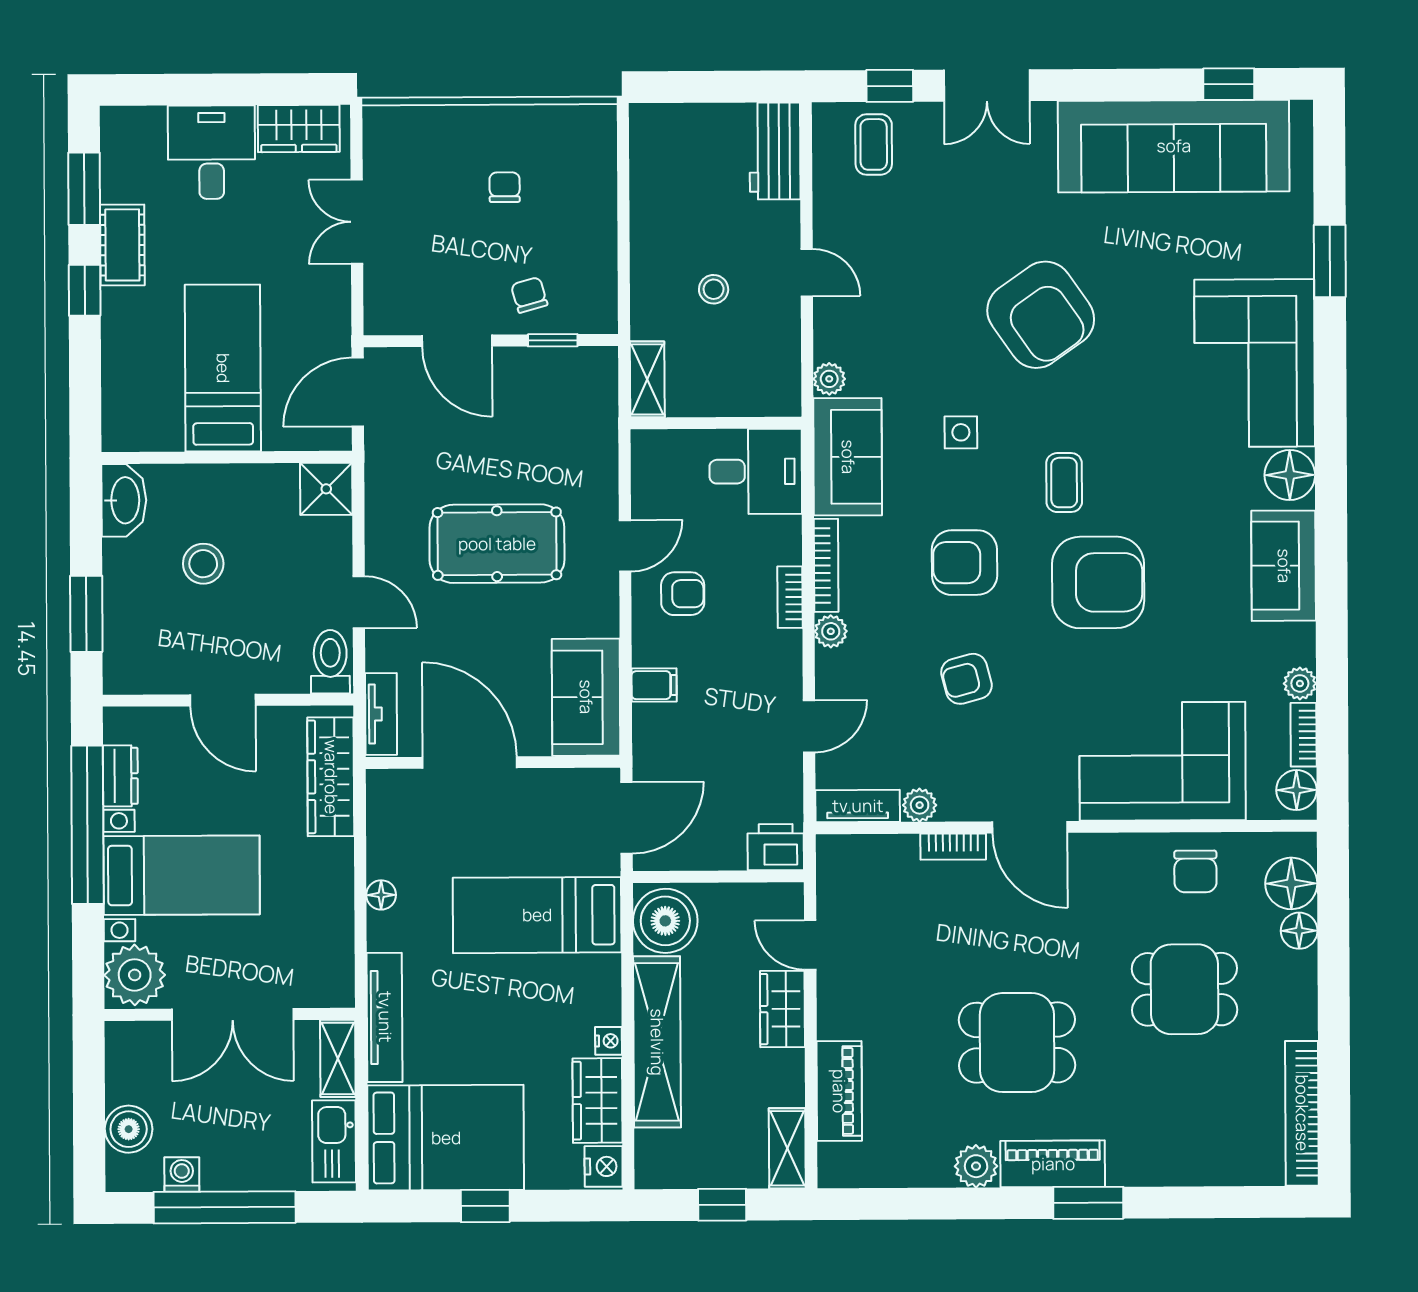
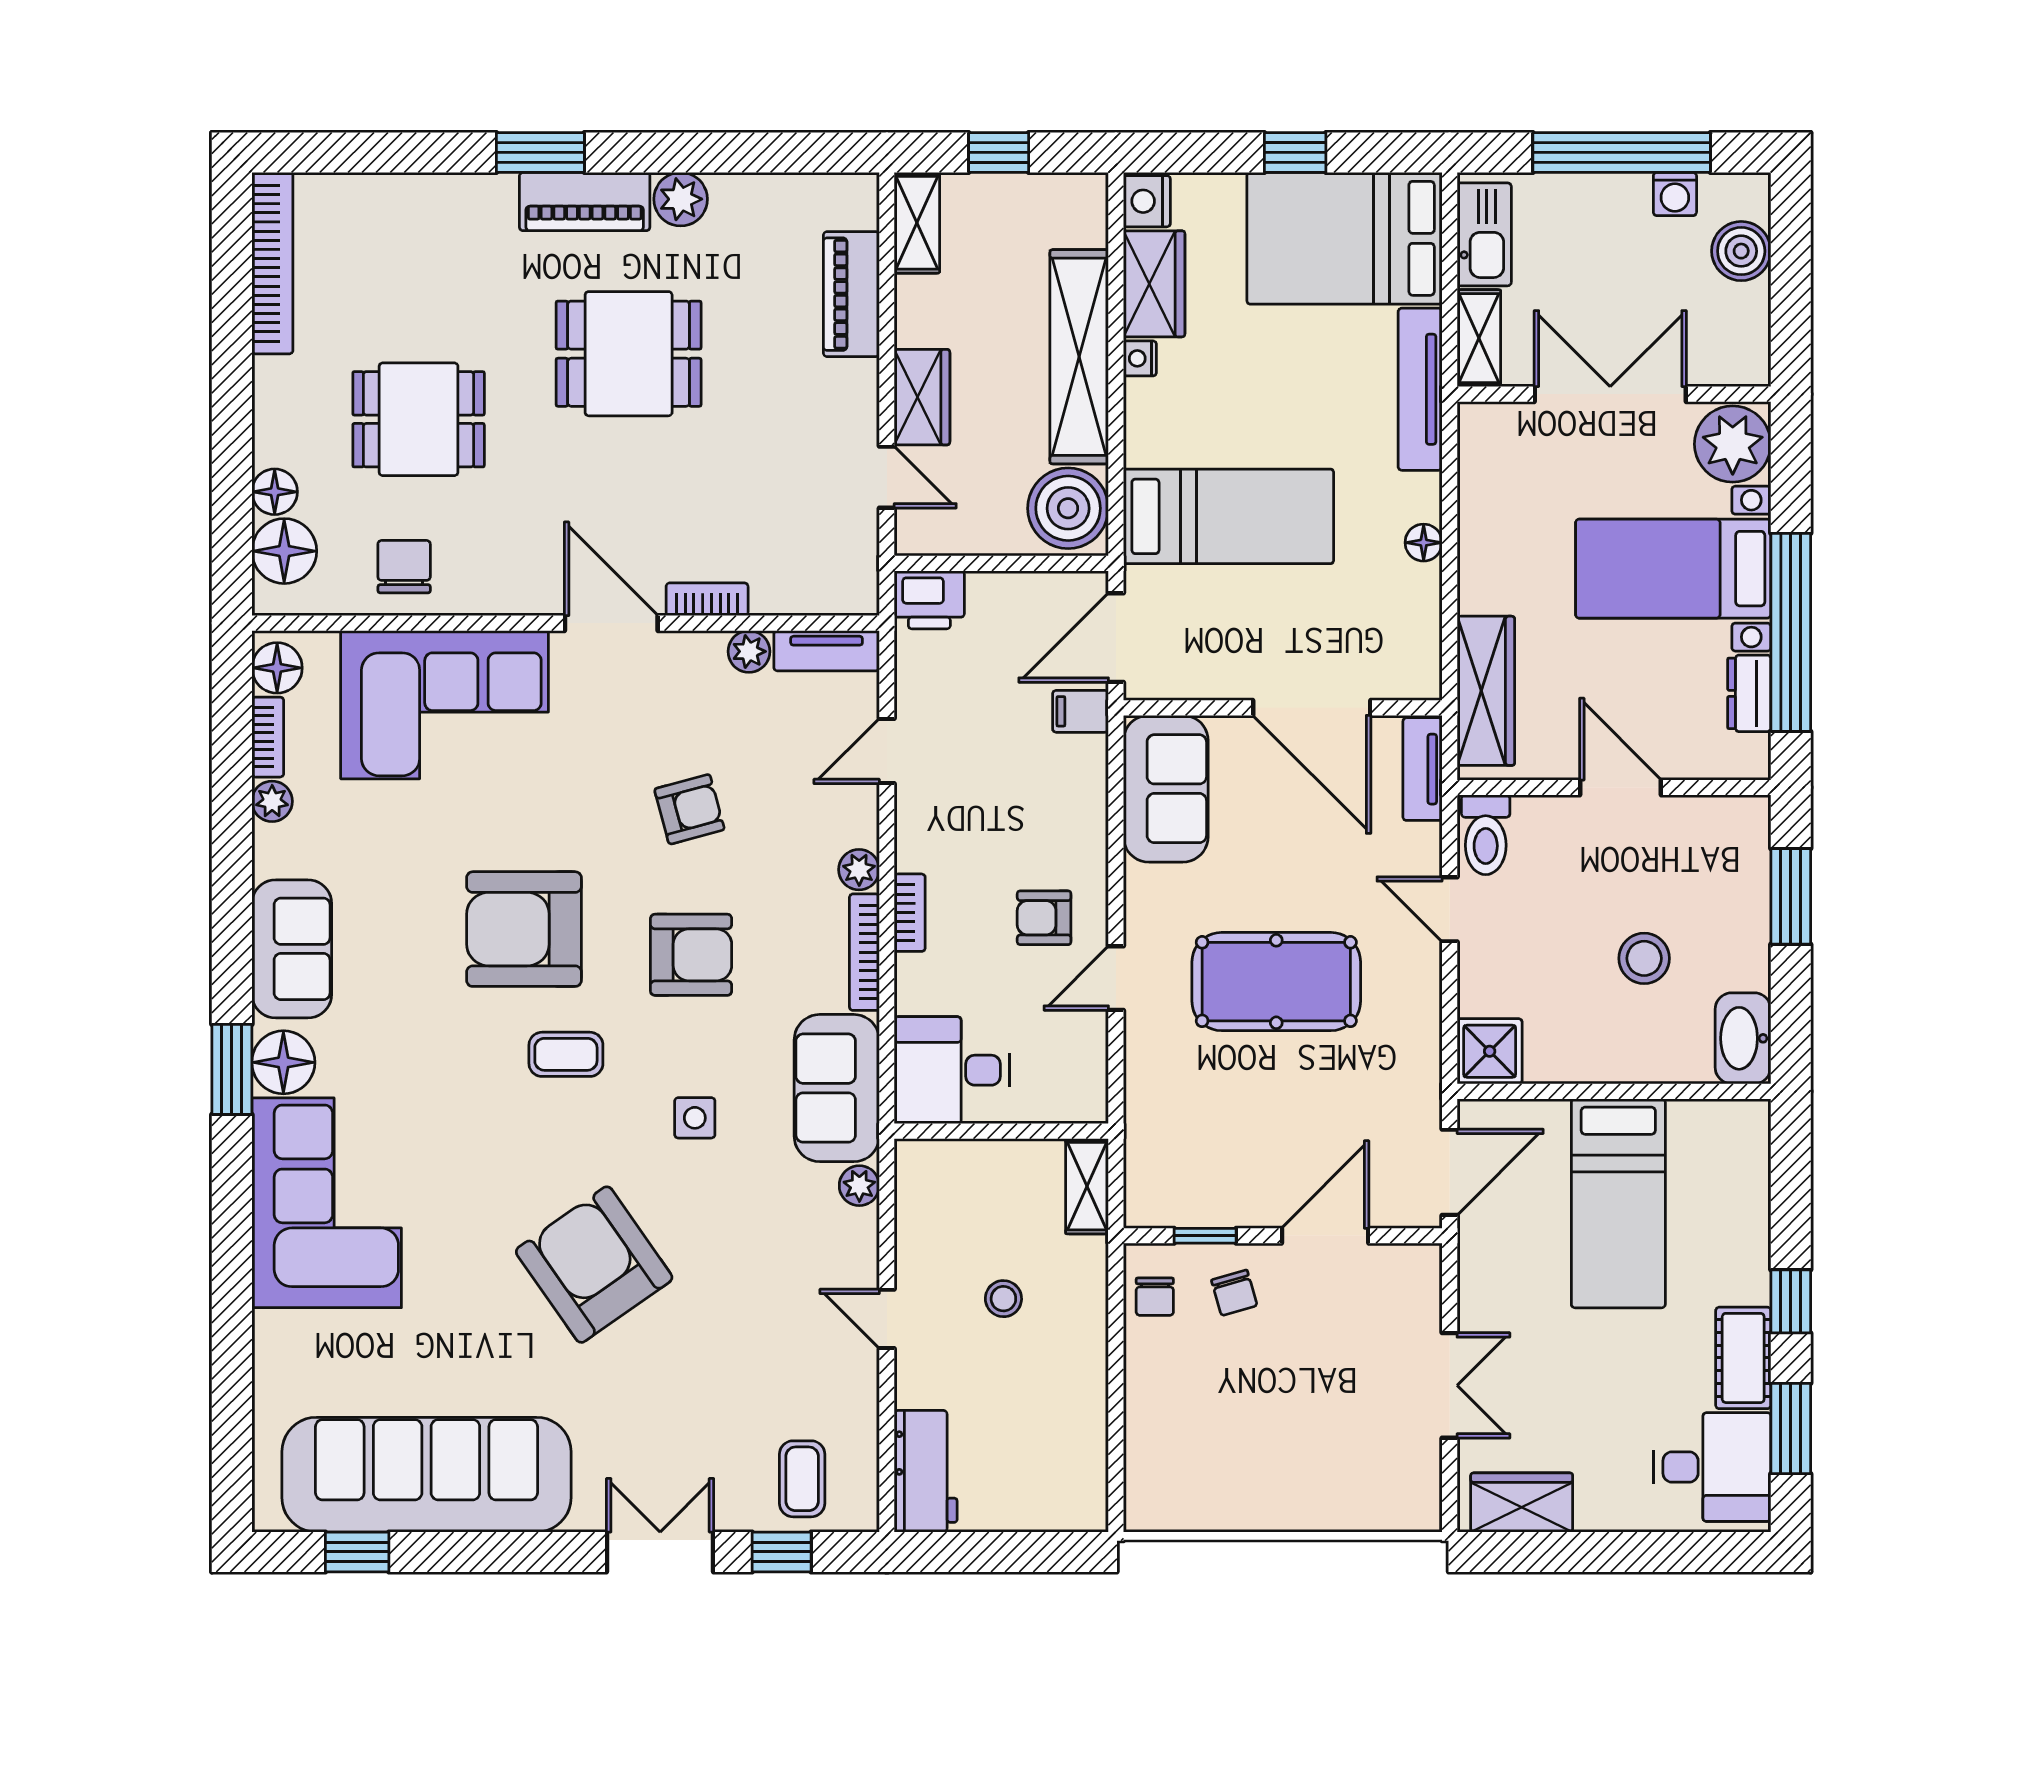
desk: (212, 152) -> (1712, 1467), moved, turned -90
chair: (505, 187) -> (1155, 1297), moved
window: (1330, 261) -> (232, 1069), moved
door: (457, 341) -> (1325, 1236), hinge flipped
coffee table: (1064, 483) -> (566, 1054), turned 90
filing cabinet: (654, 685) -> (1080, 711), moved

